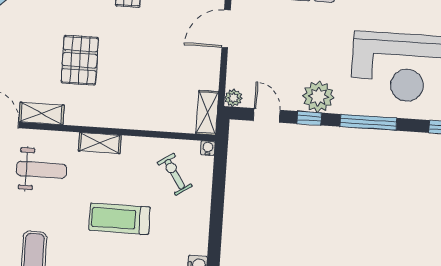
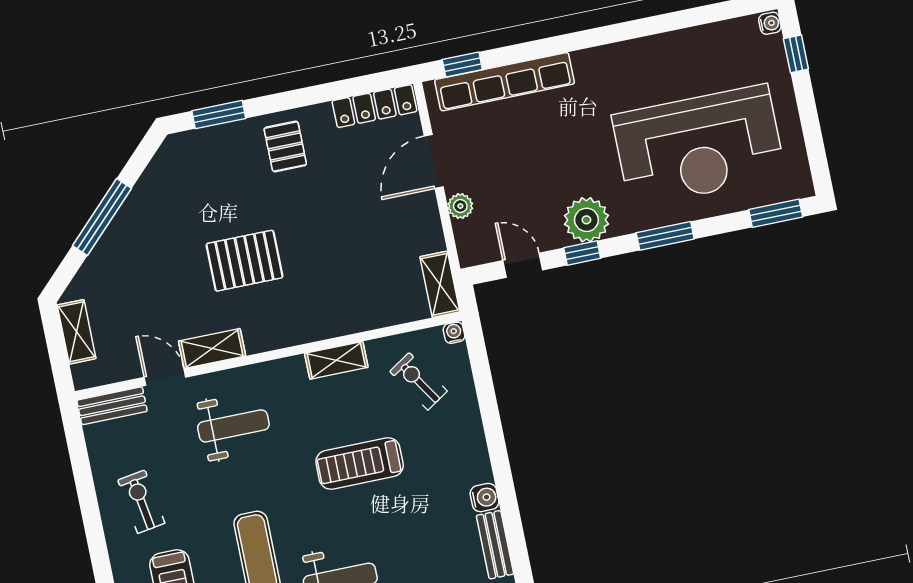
pallet: (80, 60) -> (244, 261), turned 90
plant: (233, 98) -> (460, 206), moved
window: (368, 122) -> (665, 236), width x0.69
shelving: (100, 143) -> (336, 360), moved

